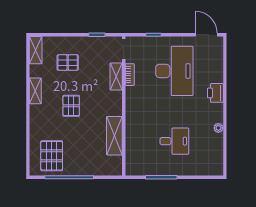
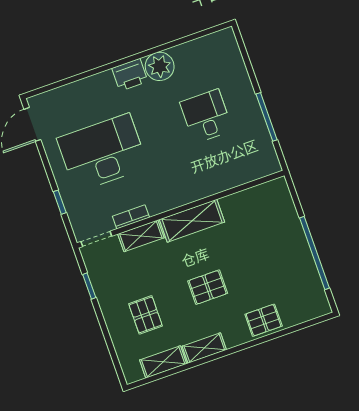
shelving: (36, 50) -> (163, 362), moved
printer: (215, 93) -> (130, 75), moved
plant: (218, 128) -> (160, 66), width x1.88, depth x1.88
shelving: (114, 136) -> (192, 221), moved
pallet: (52, 156) -> (264, 320), moved, width x0.67, depth x0.71

